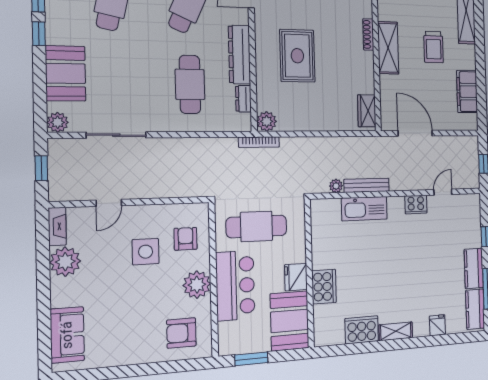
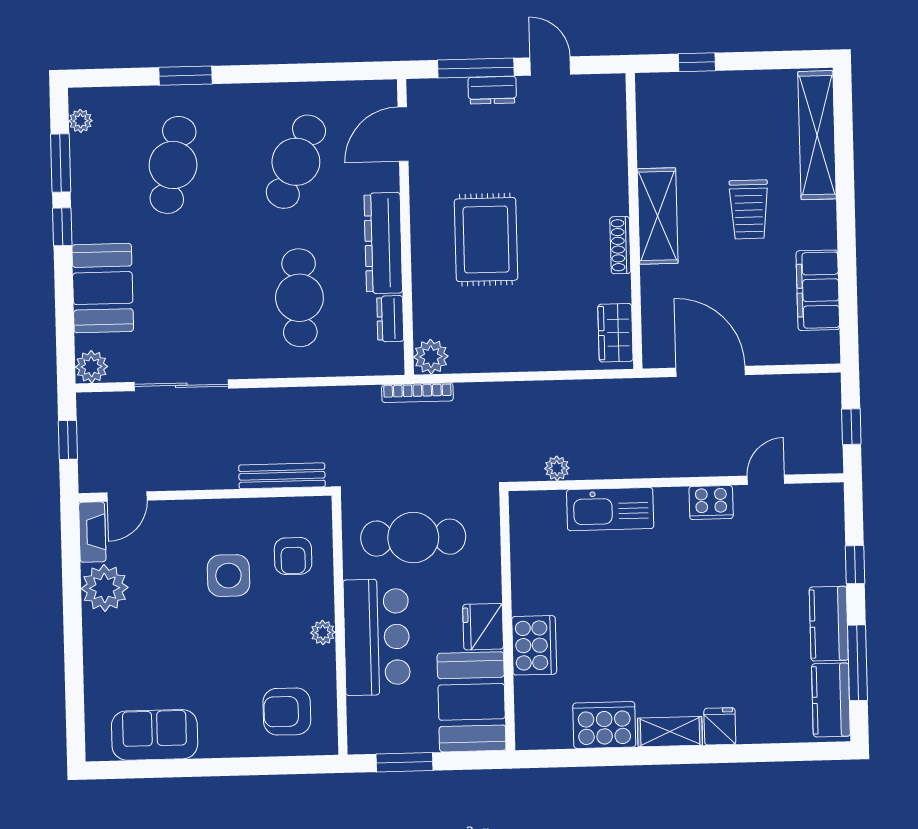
shoe rack: (368, 34) -> (620, 245), moved
bench: (367, 185) -> (282, 476), moved
door: (109, 203) -> (127, 496), moved
armchair: (186, 239) -> (293, 556), turned 180
plant: (197, 285) -> (323, 632), width x0.53, depth x0.53
fridge: (437, 325) -> (720, 726), moved
sofa: (67, 335) -> (155, 735), moved, turned -90

